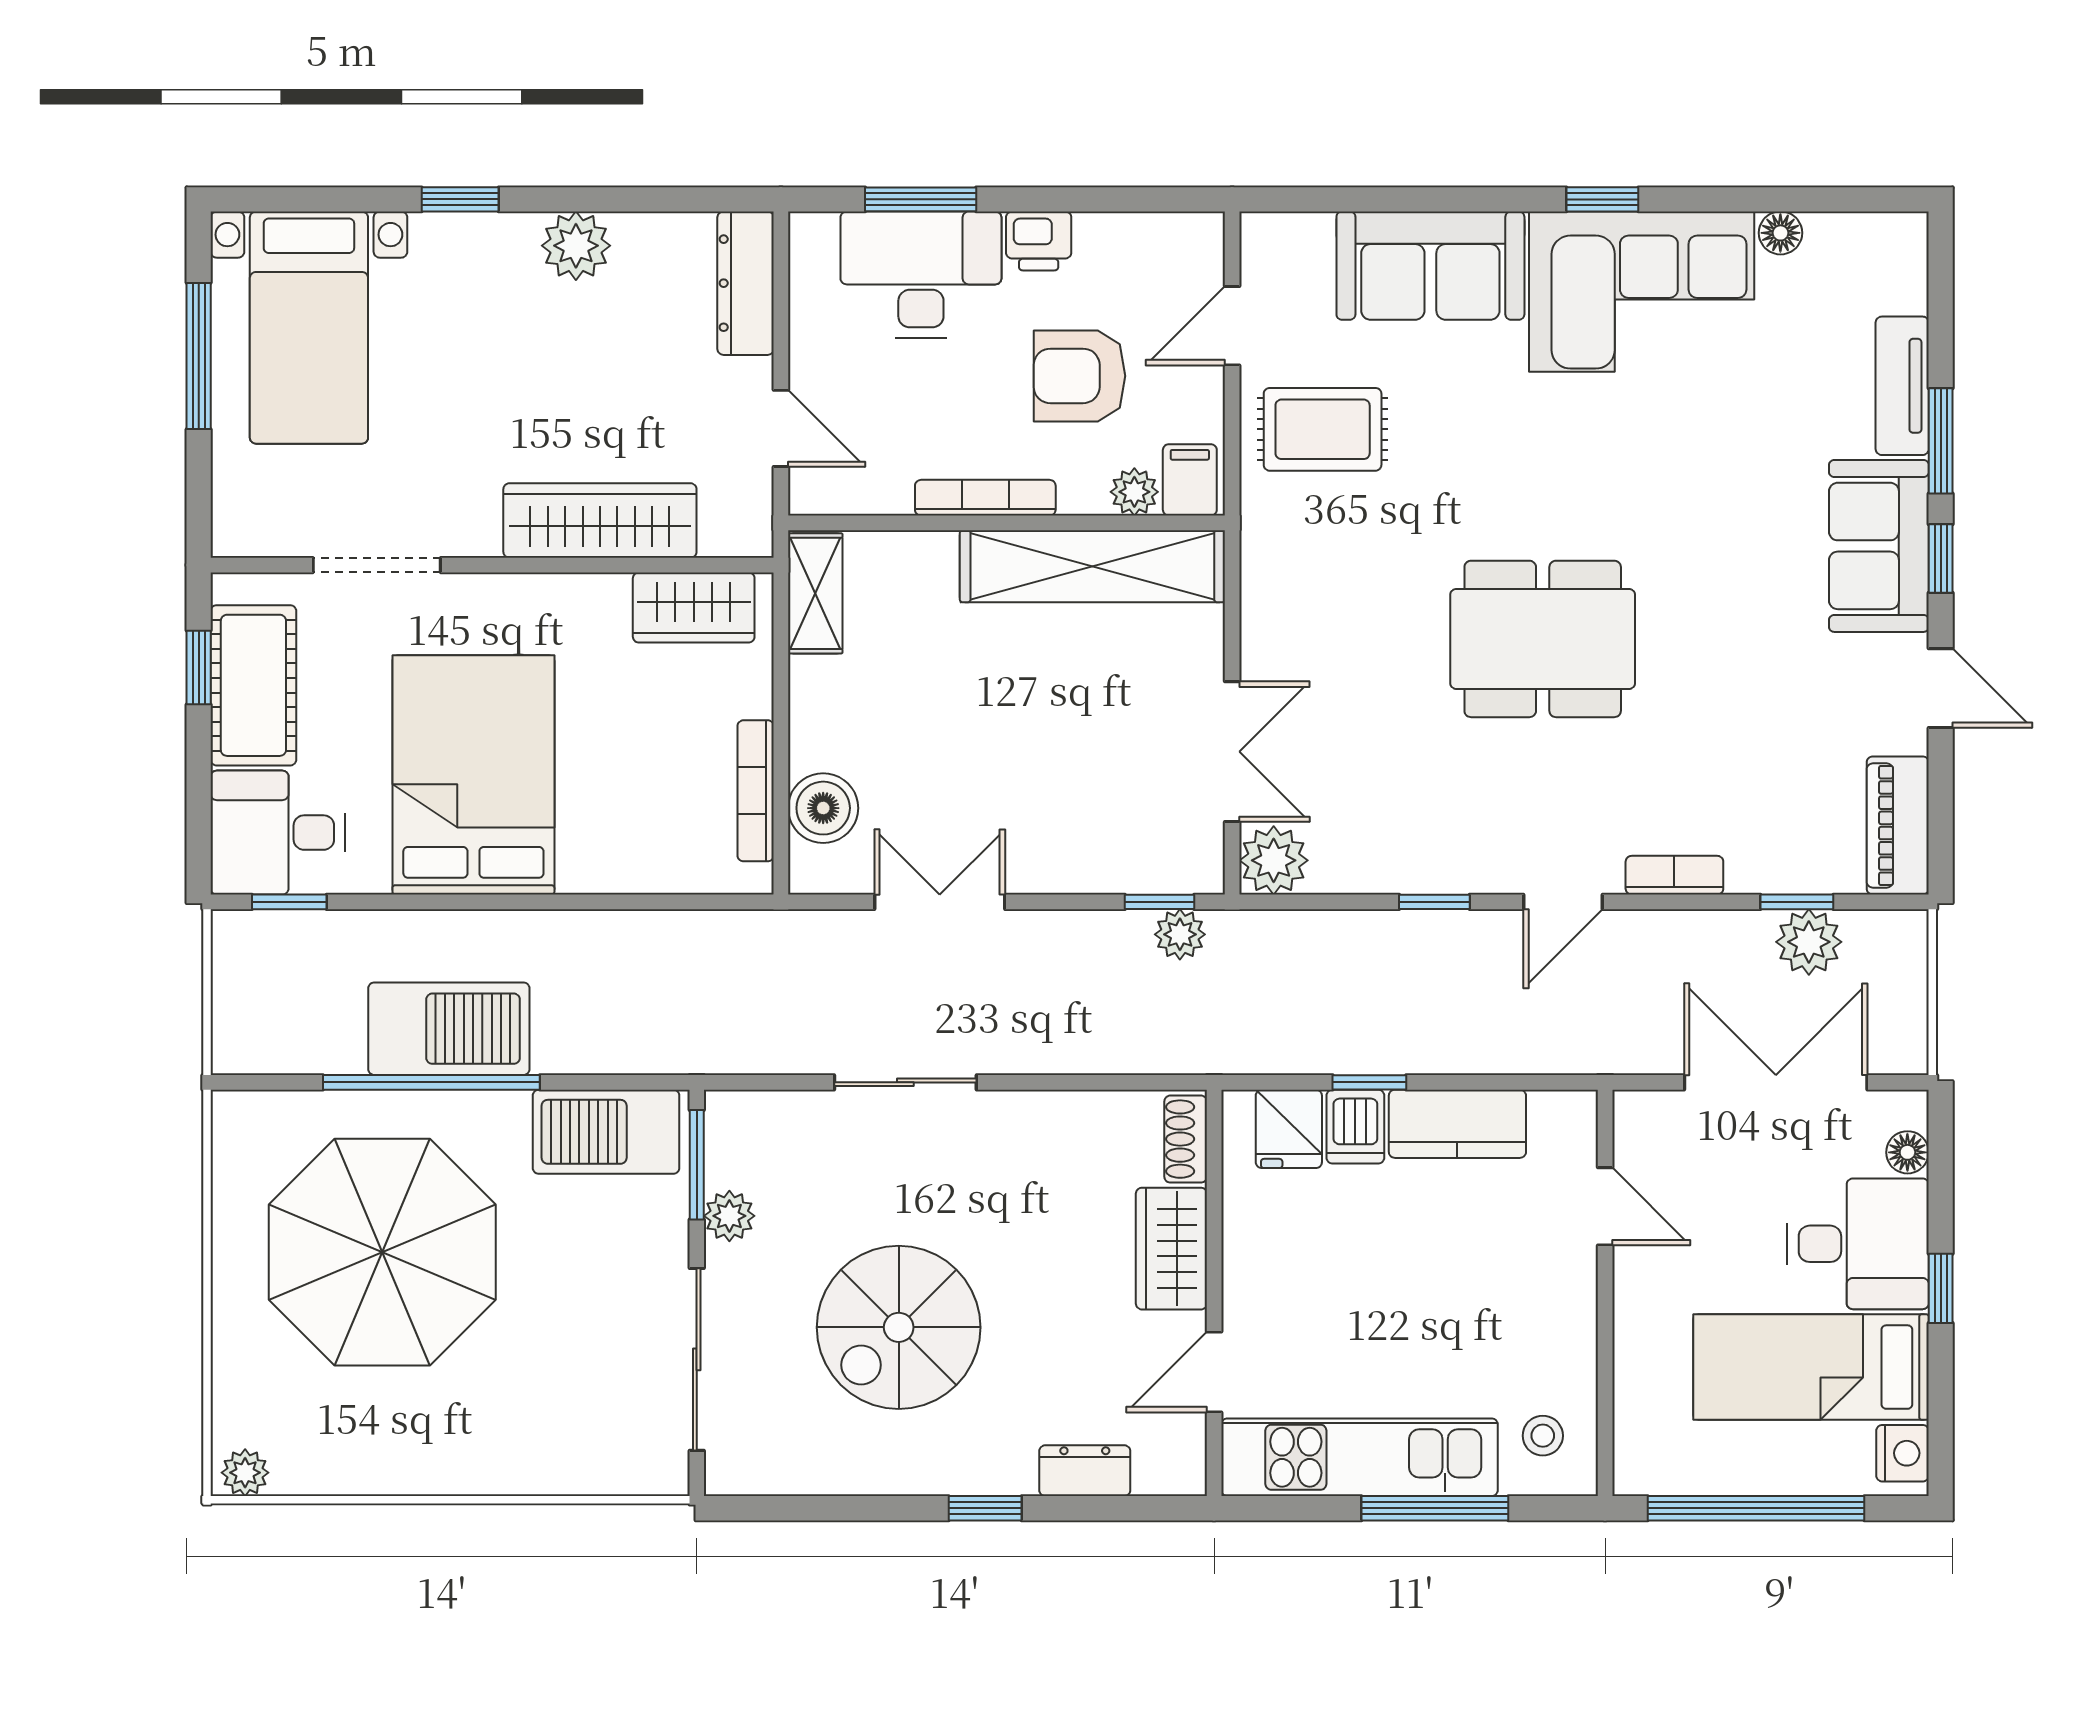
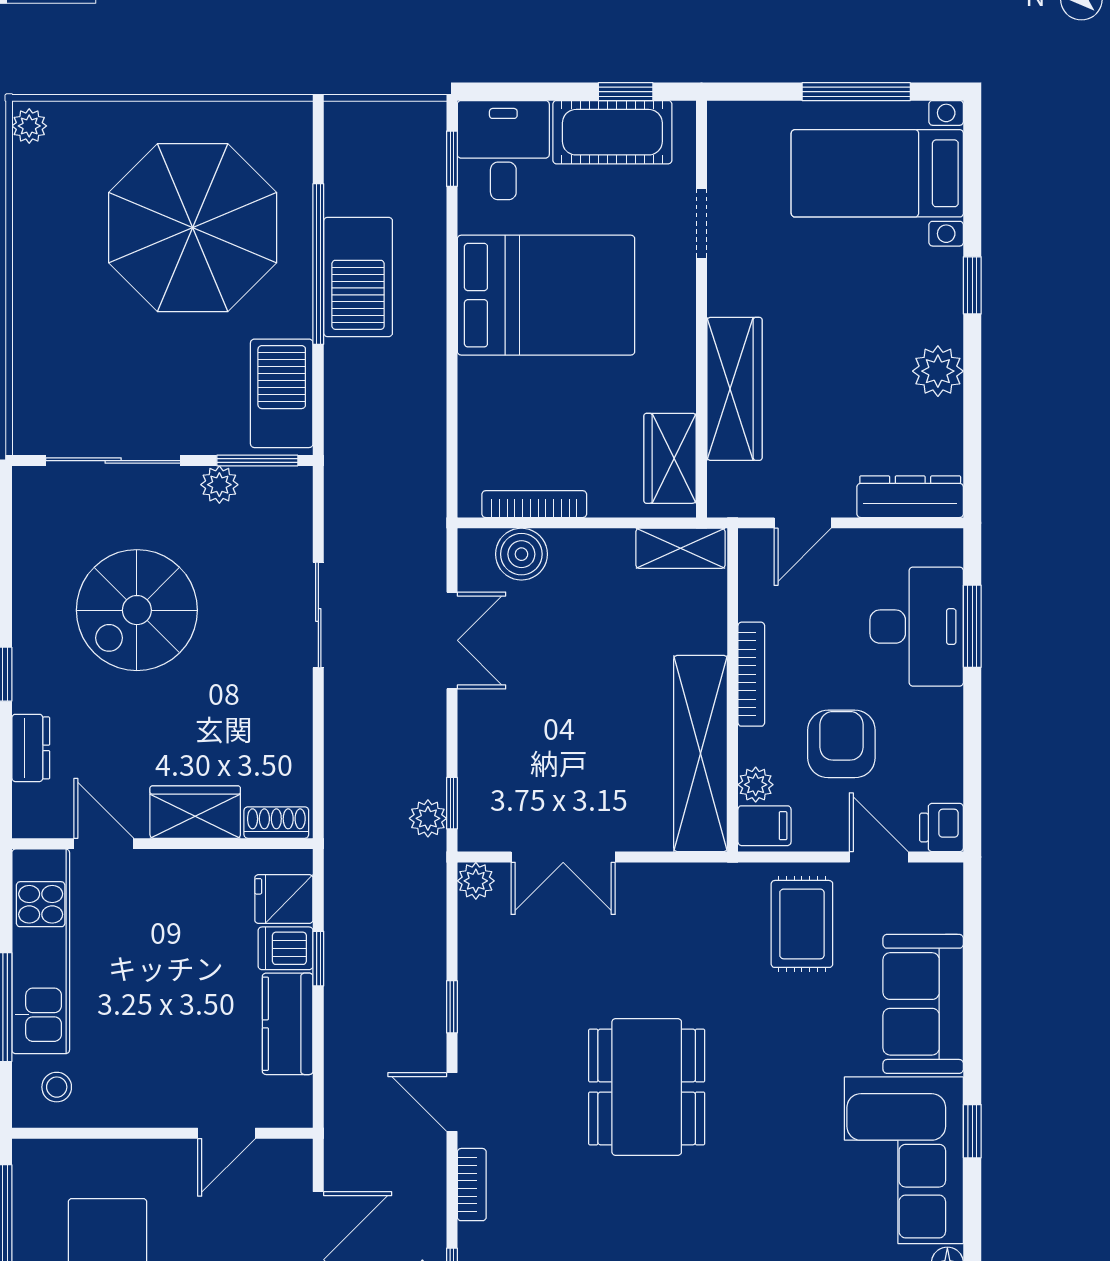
printer: (1039, 241) -> (941, 828), moved
doorway: (377, 565) -> (701, 224), width x0.73
plant: (1274, 860) -> (476, 881), width x0.73, depth x0.73
spiral stairs: (899, 1327) -> (137, 610), turned -90

